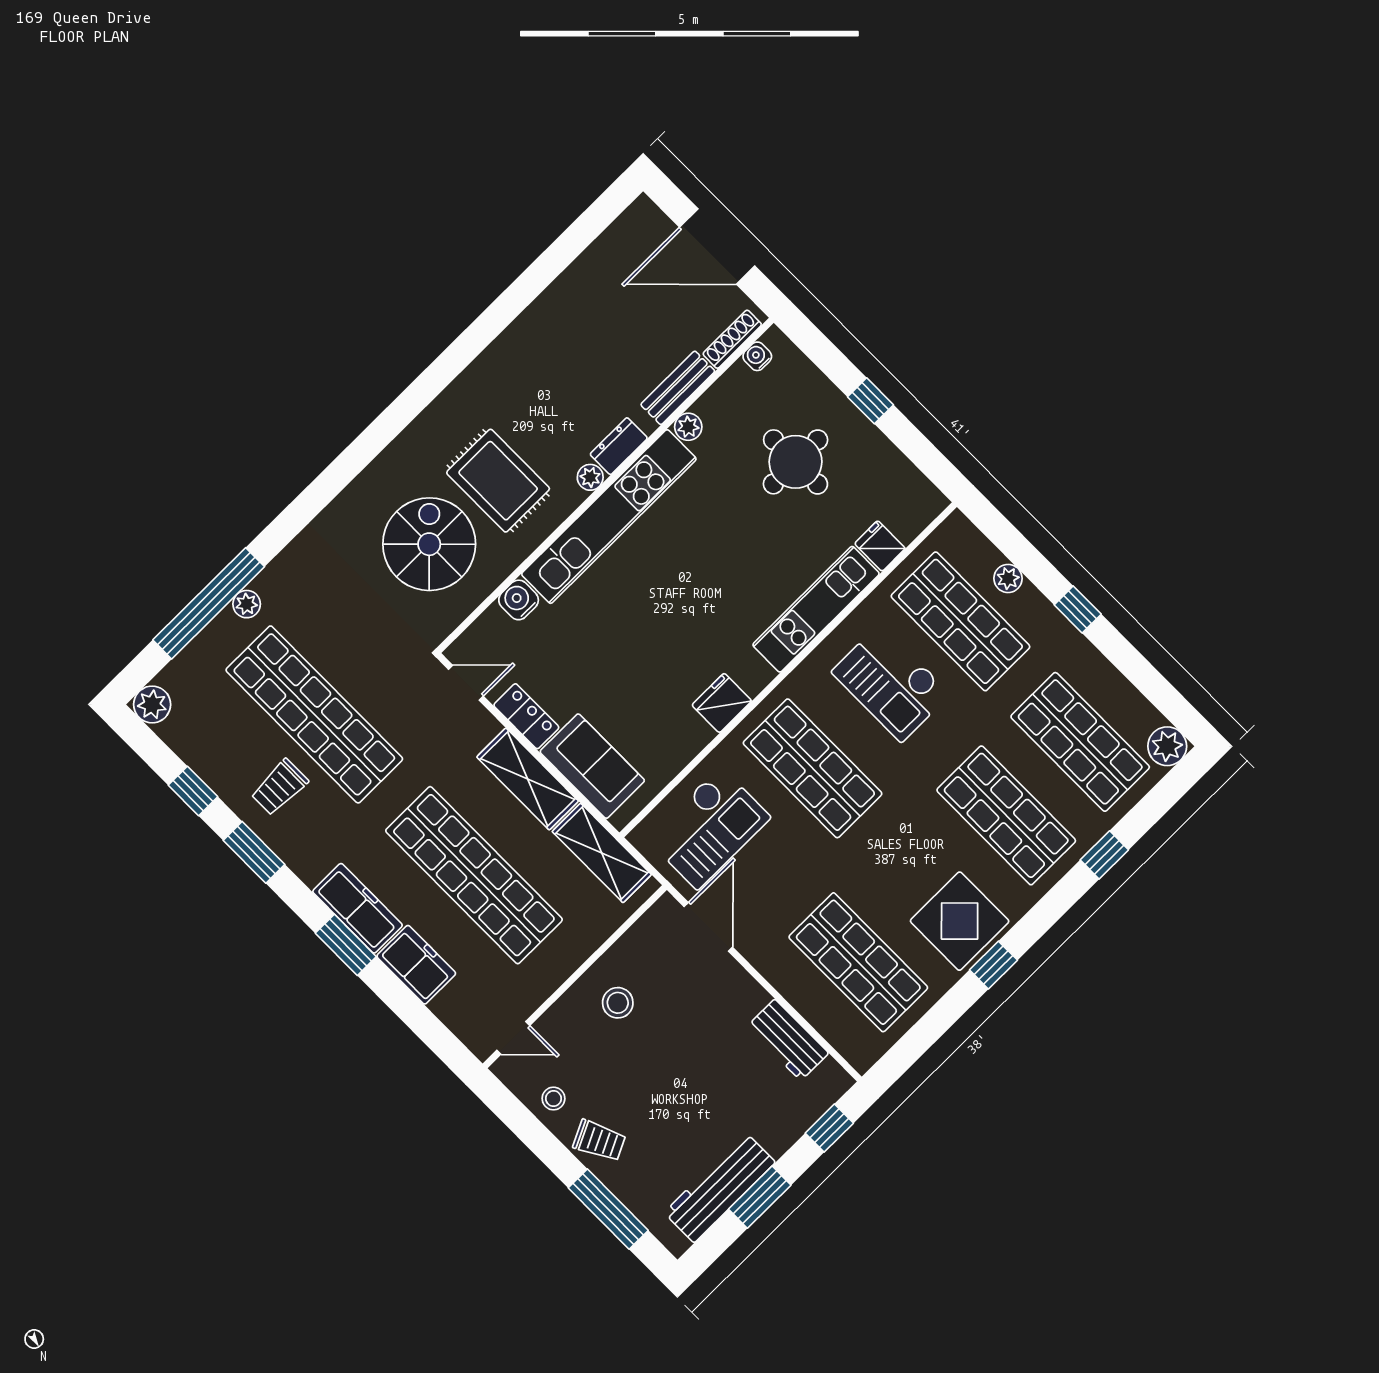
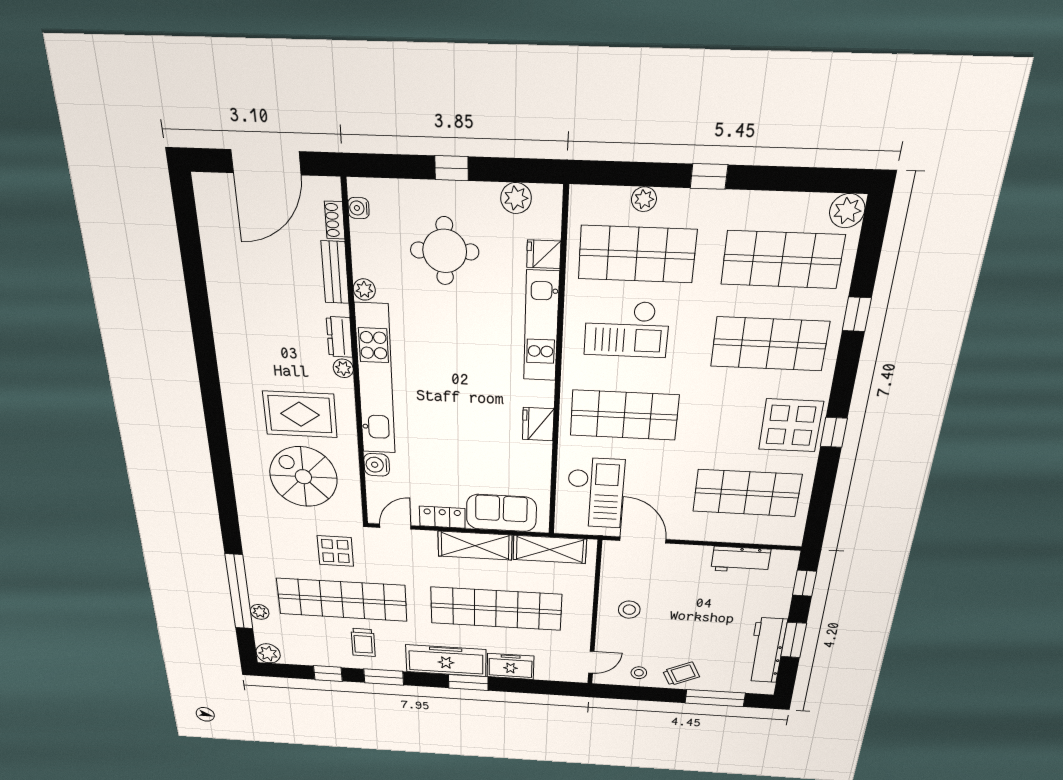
shoe rack: (732, 339) -> (335, 220), width x0.70
plant: (901, 476) -> (516, 198), added
plant: (247, 604) -> (260, 612), moved
display table: (371, 653) -> (335, 551), added
freezer: (358, 908) -> (446, 661), width x1.36, depth x1.26

